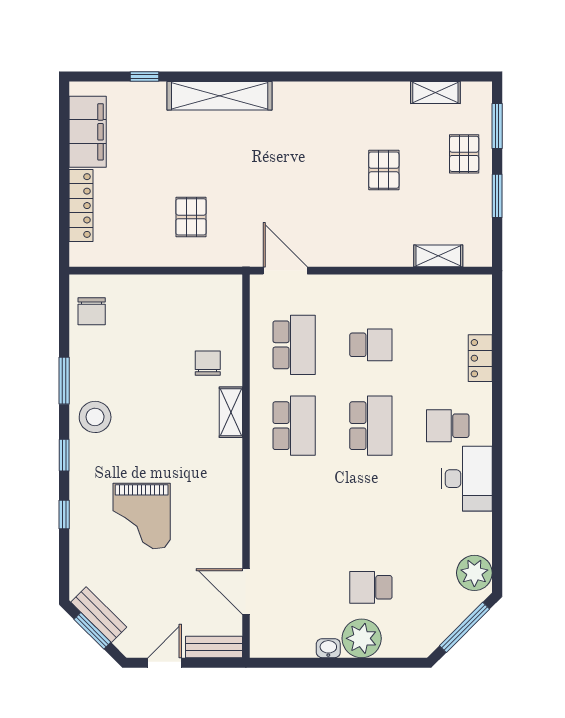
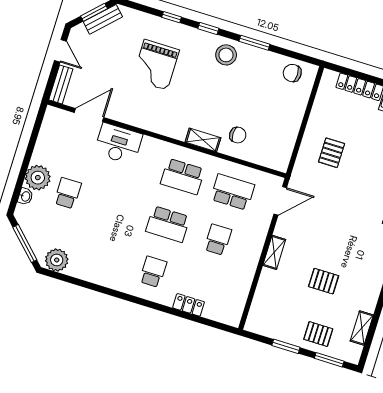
pallet: (191, 217) -> (332, 153), turned 90
shelving: (438, 256) -> (274, 252), moved
school desk: (294, 345) -> (233, 192), turned 180
school desk: (371, 345) -> (218, 240), turned 180
desk: (467, 479) -> (118, 144), moved, turned 180
grand piano: (142, 516) -> (156, 65), turned -90
washbasin: (328, 648) -> (25, 196), moved

